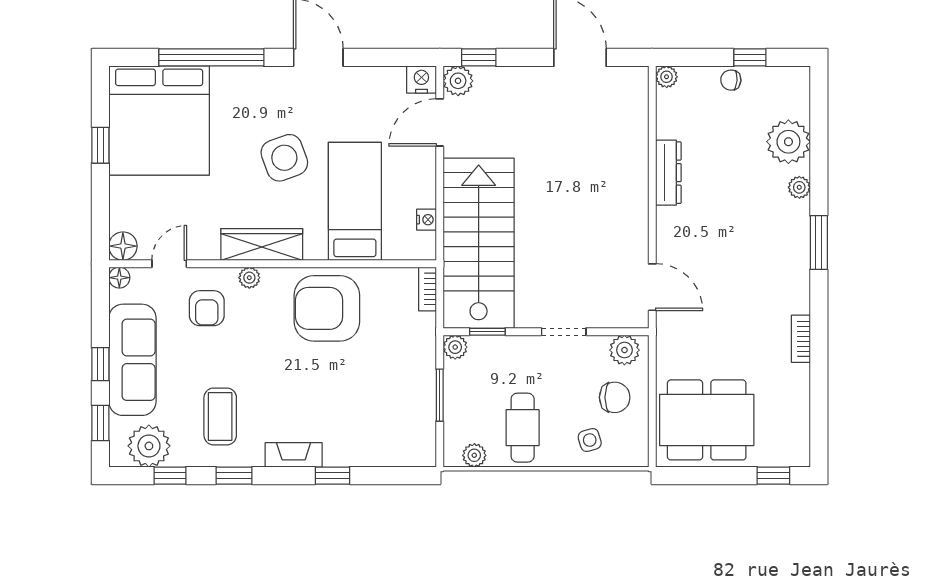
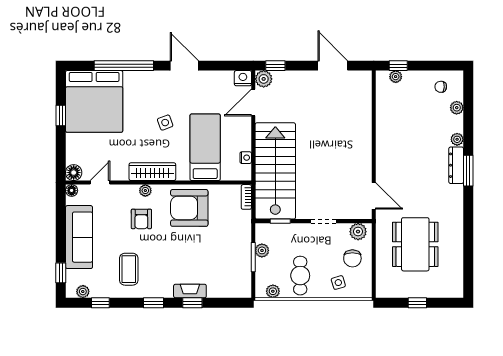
window: (750, 57) -> (398, 66), moved
plant: (667, 77) -> (396, 77), moved
chair: (731, 80) -> (441, 87), moved
plant: (788, 142) -> (457, 108), width x0.53, depth x0.53
side table: (284, 158) -> (165, 123), width x0.54, depth x0.54
dresser: (668, 173) -> (456, 165), moved, turned 180
armchair: (207, 308) -> (141, 219), moved
bookcase: (801, 339) -> (458, 225), removed
plant: (455, 347) -> (262, 250), moved
window: (100, 364) -> (61, 240), removed
chair: (615, 397) -> (352, 258), turned 90
dining table: (707, 420) -> (415, 244), moved, turned 90
plant: (149, 446) -> (83, 292), width x0.53, depth x0.53
fireplace: (294, 455) -> (190, 291), moved
window: (234, 476) -> (154, 303), moved
window: (773, 476) -> (417, 303), moved

